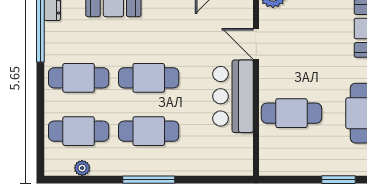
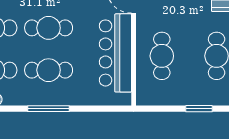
bar counter: (233, 96) -> (115, 53), width x1.36
cafe table: (291, 113) -> (162, 56), turned 90

